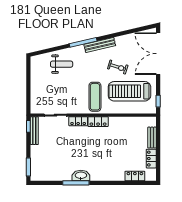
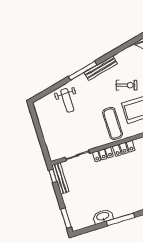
weight bench: (62, 64) -> (67, 100), turned 90
washbasin: (81, 176) -> (103, 216), moved

